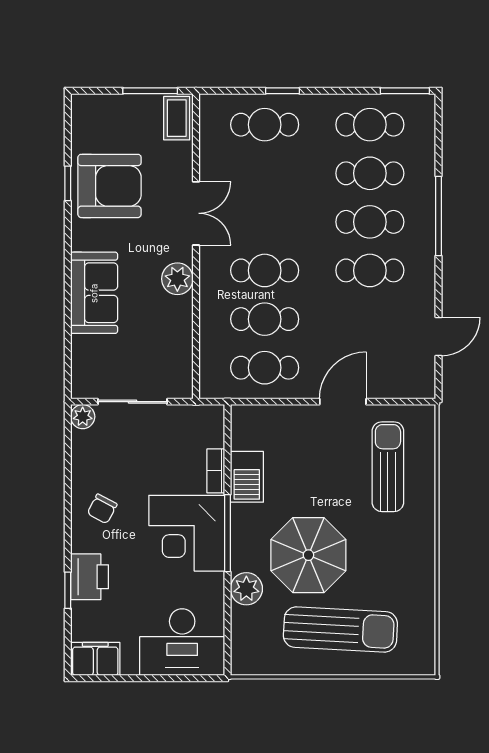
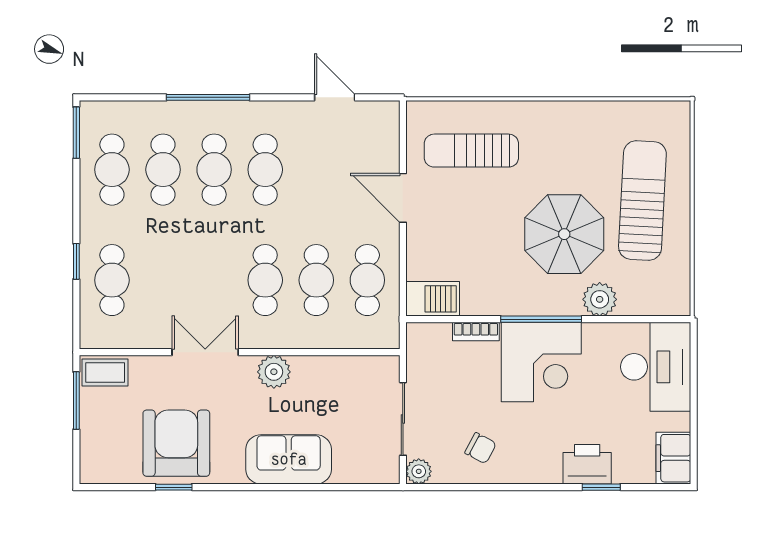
barbecue: (247, 477) -> (433, 299), moved
chair: (102, 509) -> (481, 448), moved

